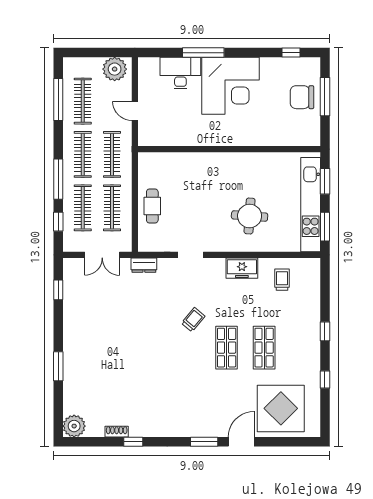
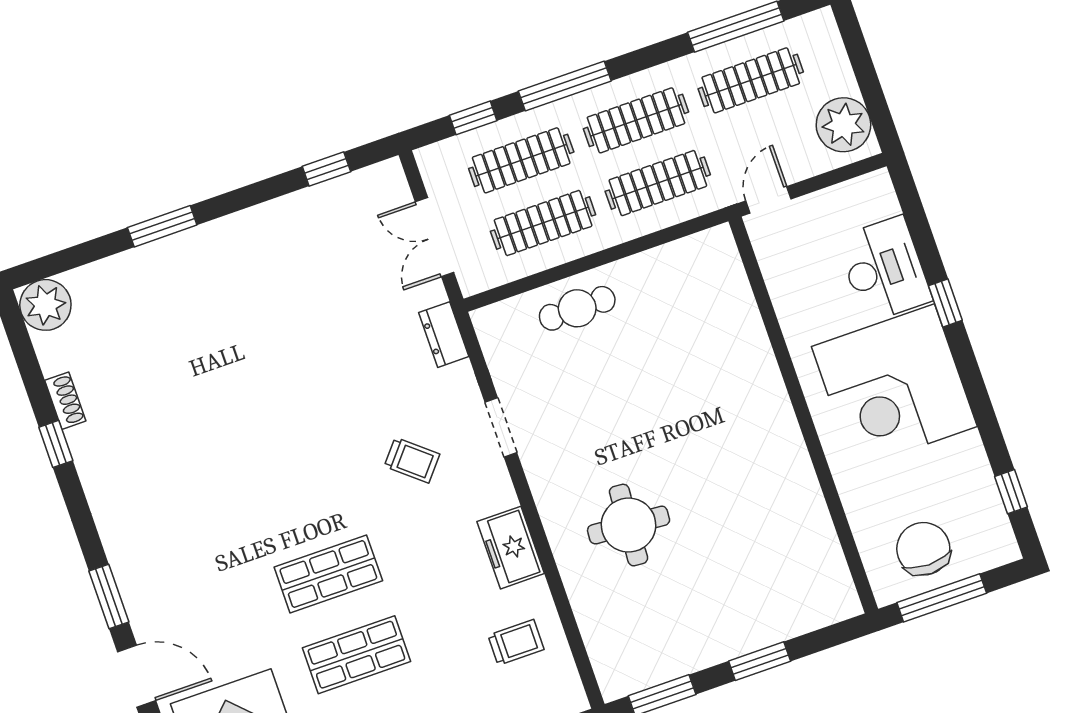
window: (203, 53) -> (945, 303), width x0.46
wall: (229, 149) -> (803, 415), moved
kitchen unit: (311, 205) -> (699, 648), removed
trolley: (193, 320) -> (412, 460), moved

